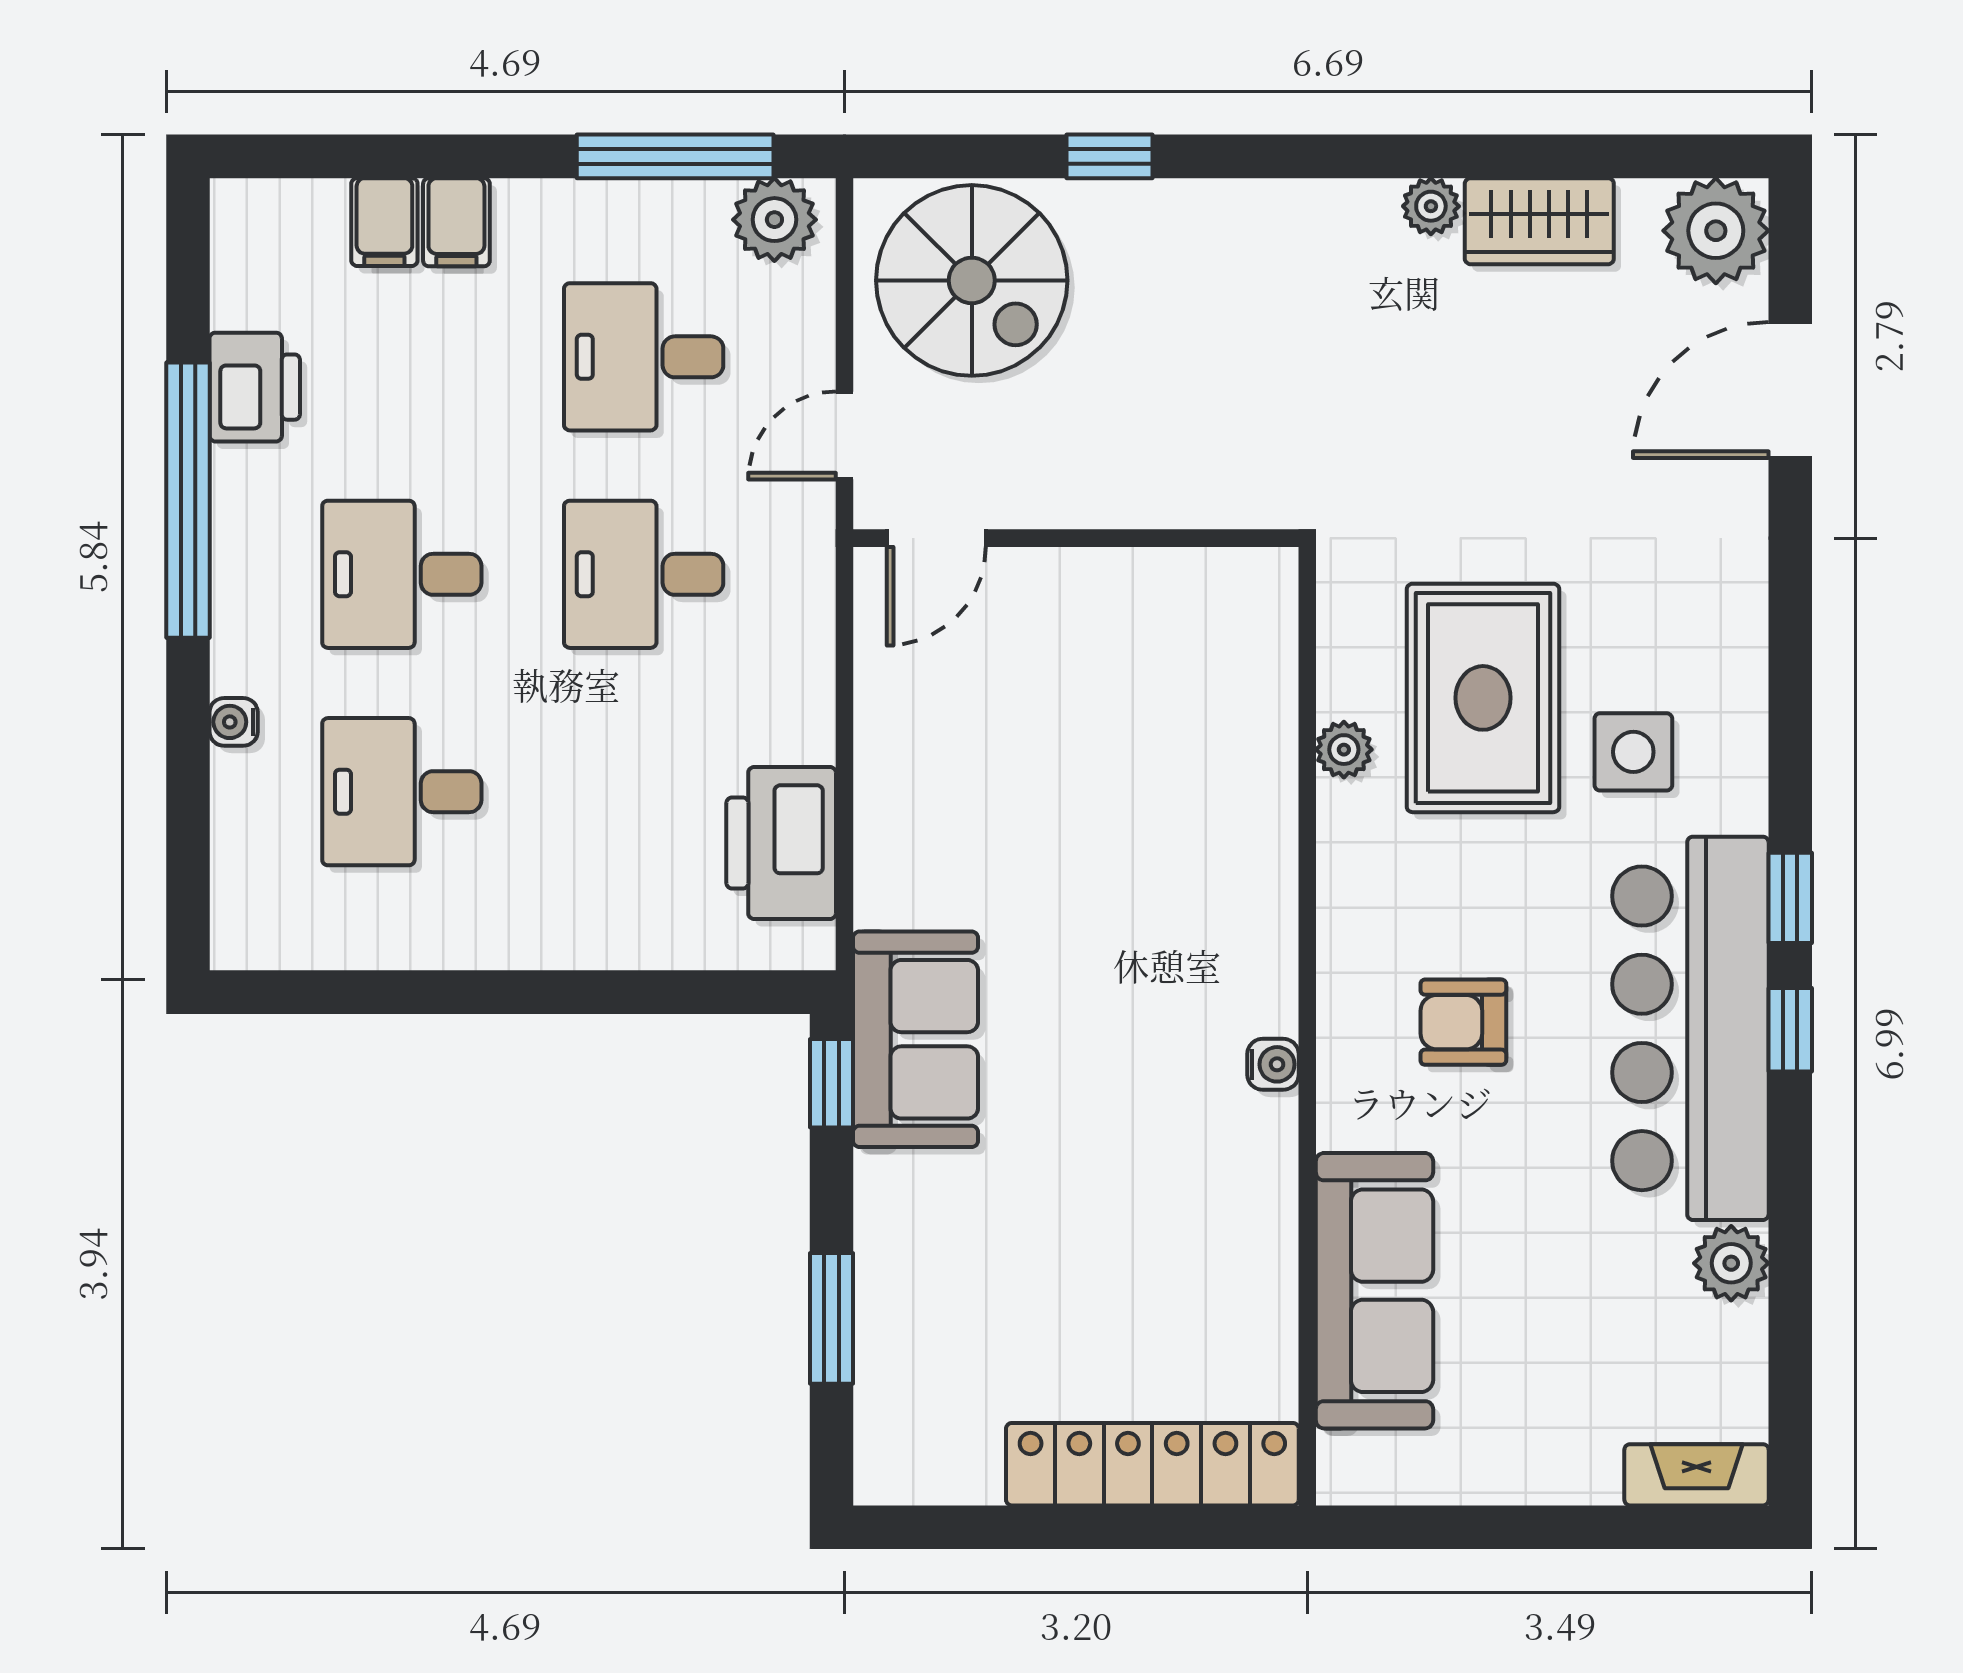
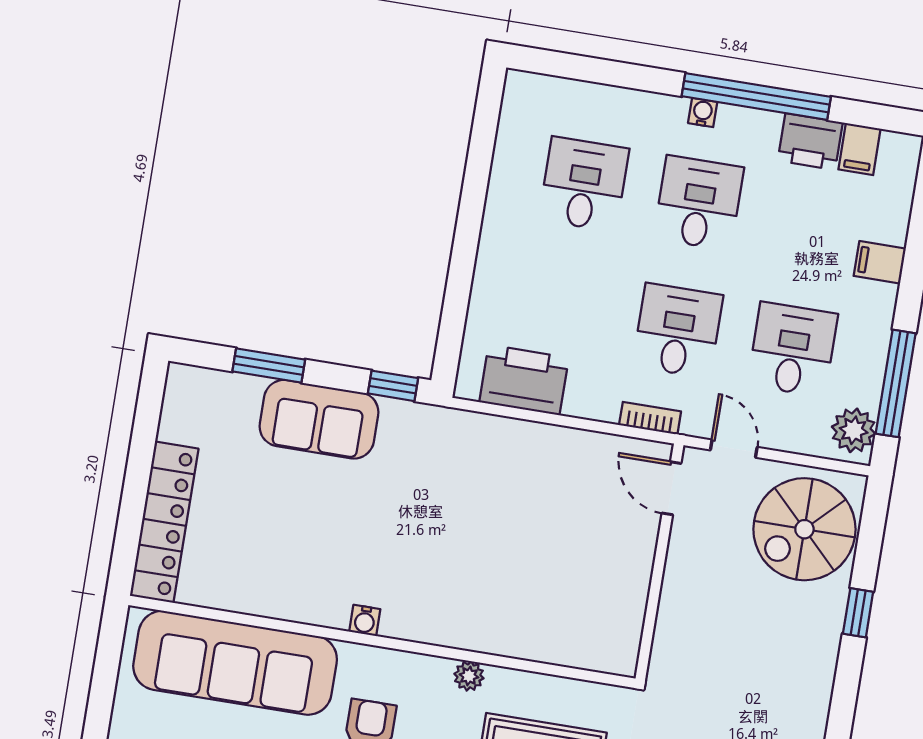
filing cabinet: (384, 222) -> (860, 149), moved, turned -90
bookcase: (814, 599) -> (650, 418), added
water cooler: (234, 722) -> (703, 112), moved
plant: (1344, 750) -> (469, 676), moved
sofa: (916, 1039) -> (319, 419), moved
sofa: (1374, 1291) -> (235, 663), width x1.36, depth x1.27

